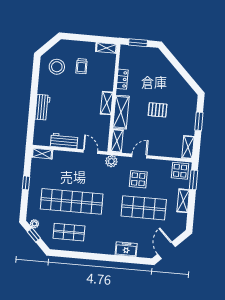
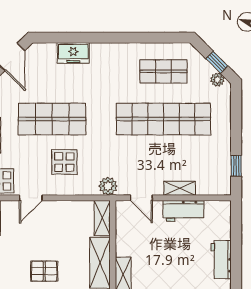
shelving: (42, 154) -> (180, 188), moved
door: (139, 156) -> (31, 198), moved
window: (26, 183) -> (236, 166), moved

